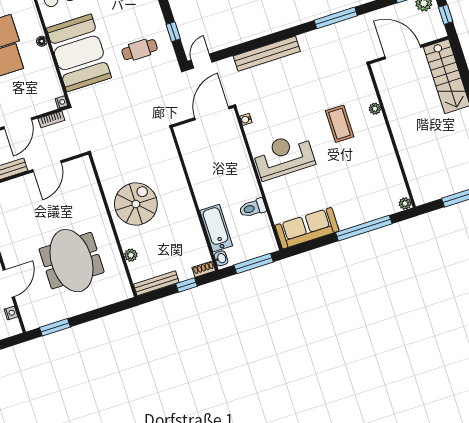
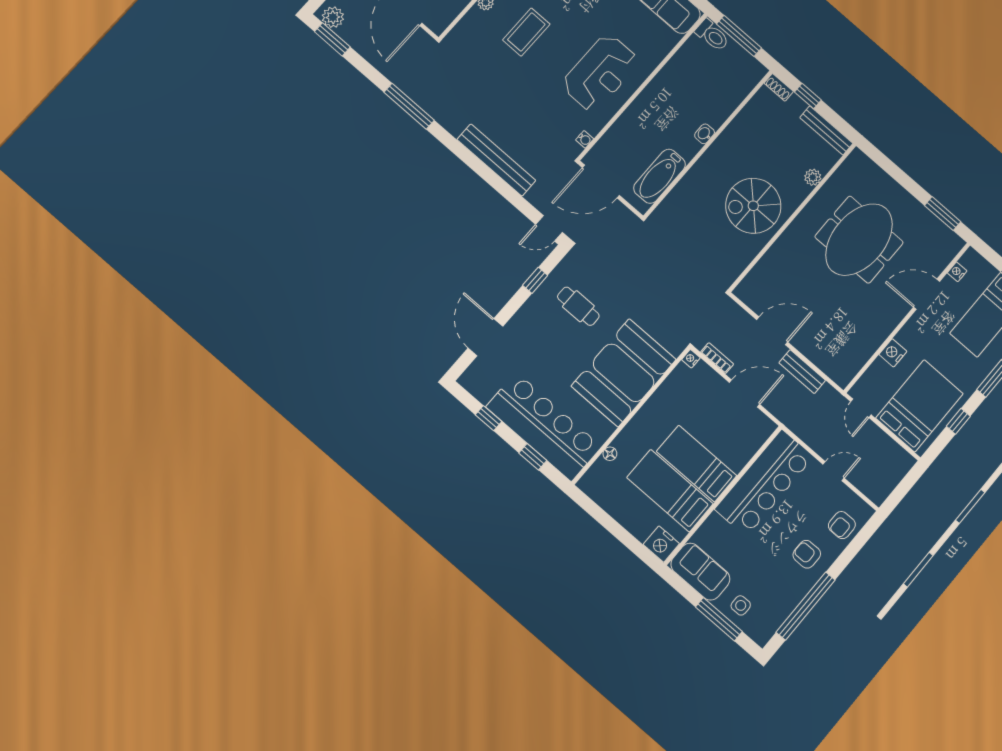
floor lamp: (42, 41) -> (610, 454), moved
reception desk: (284, 156) -> (600, 73), turned -90
toilet: (253, 208) -> (712, 35), moved
bathtub: (216, 228) -> (659, 176), moved
washbasin: (221, 258) -> (705, 134), moved

